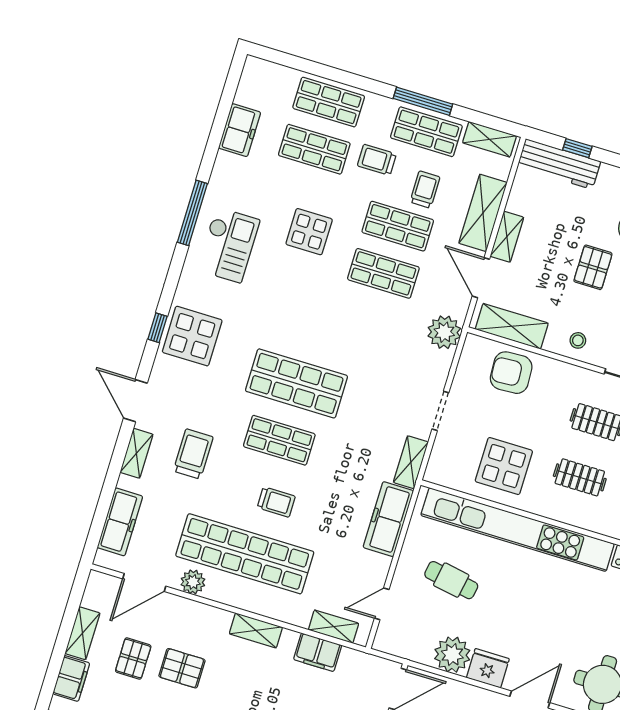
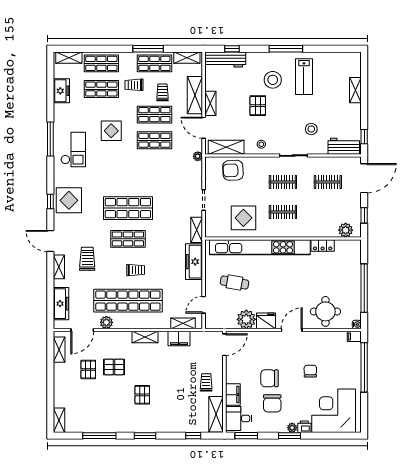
shelving: (272, 73) -> (69, 58), added
plant: (444, 332) -> (198, 156), width x0.53, depth x0.53
shelving: (82, 633) -> (59, 350), moved
filing cabinet: (71, 678) -> (60, 389), removed

